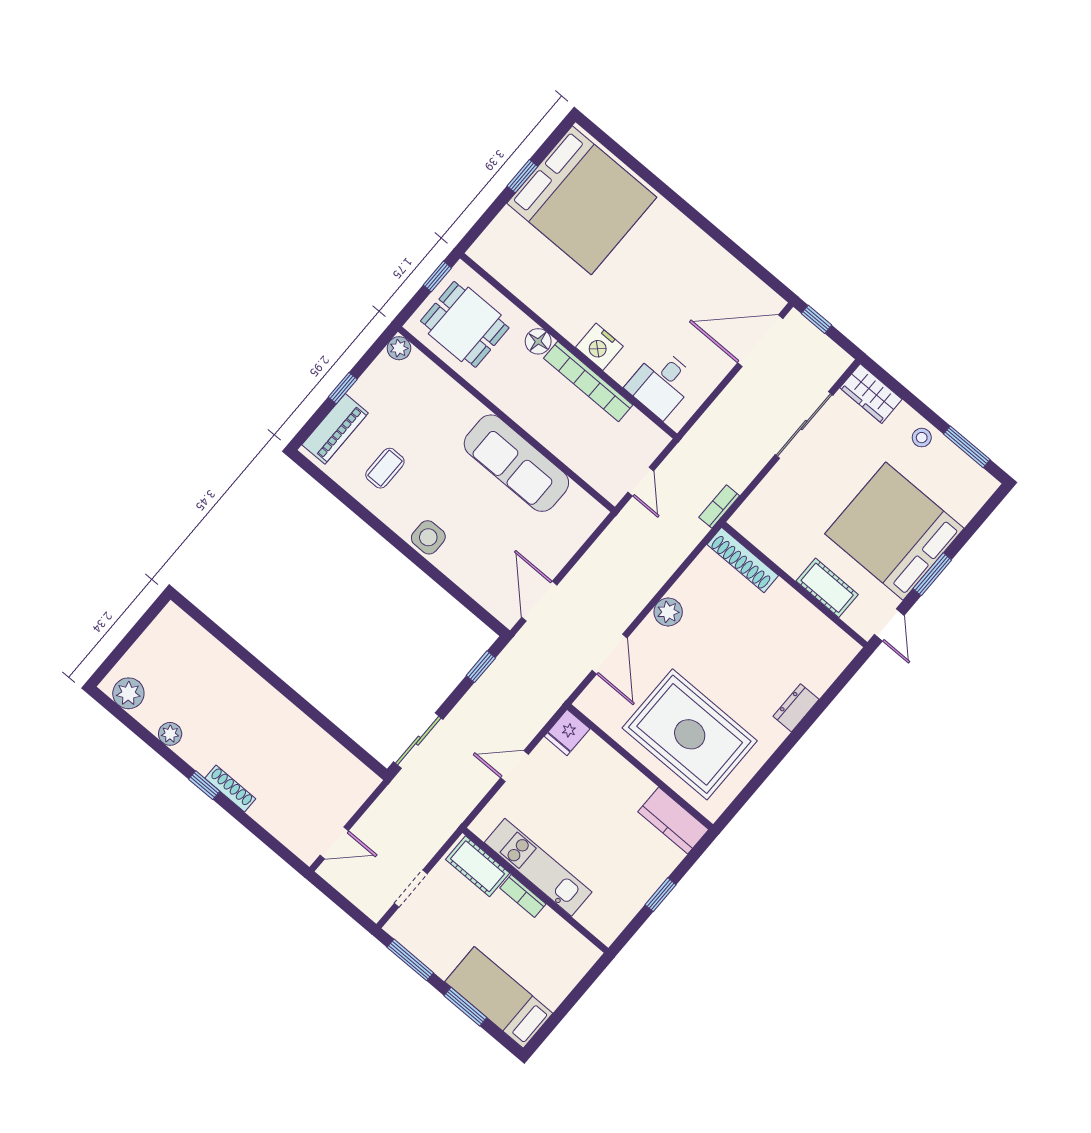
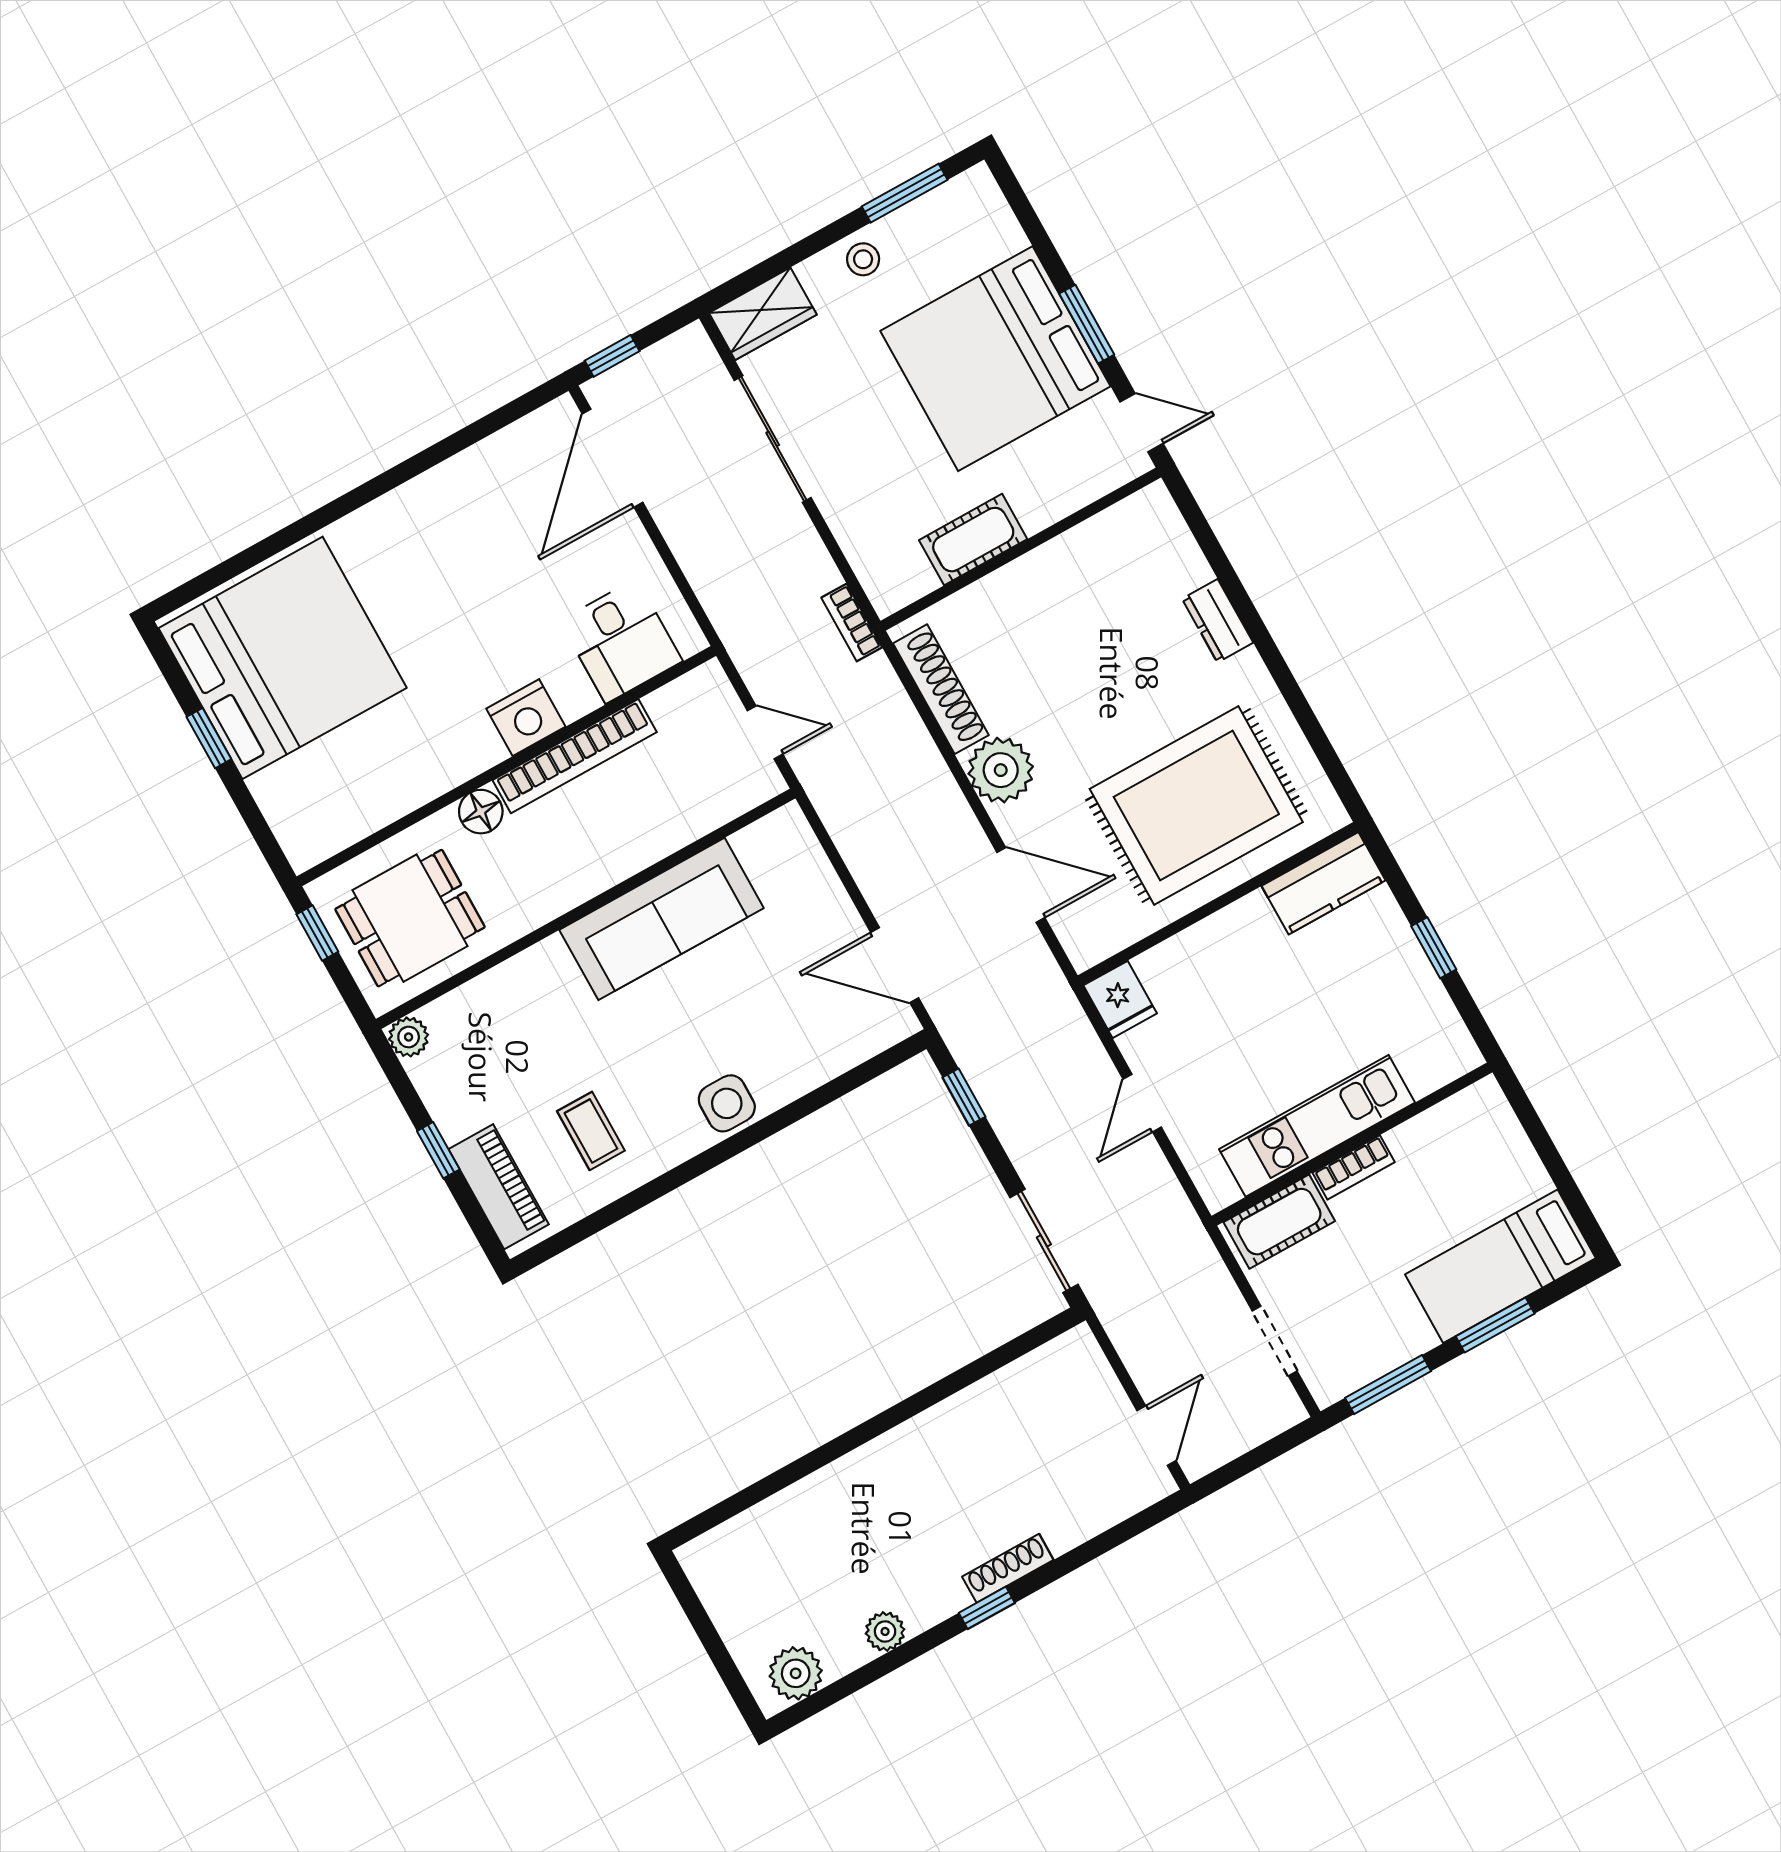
shoe rack: (743, 560) -> (941, 689), moved, turned -90
cot: (827, 588) -> (973, 540), moved
plant: (668, 612) -> (1001, 770), width x1.36, depth x1.36

